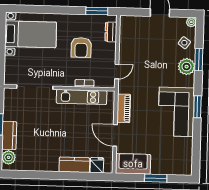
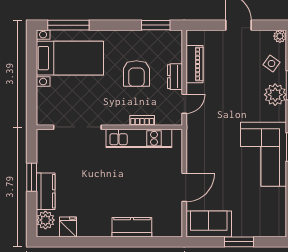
window: (30, 9) -> (68, 25), added
dresser: (111, 32) -> (175, 77), moved
piano: (124, 108) -> (194, 64), moved
door: (115, 135) -> (184, 187), swing flipped
fridge: (97, 165) -> (68, 227), moved

